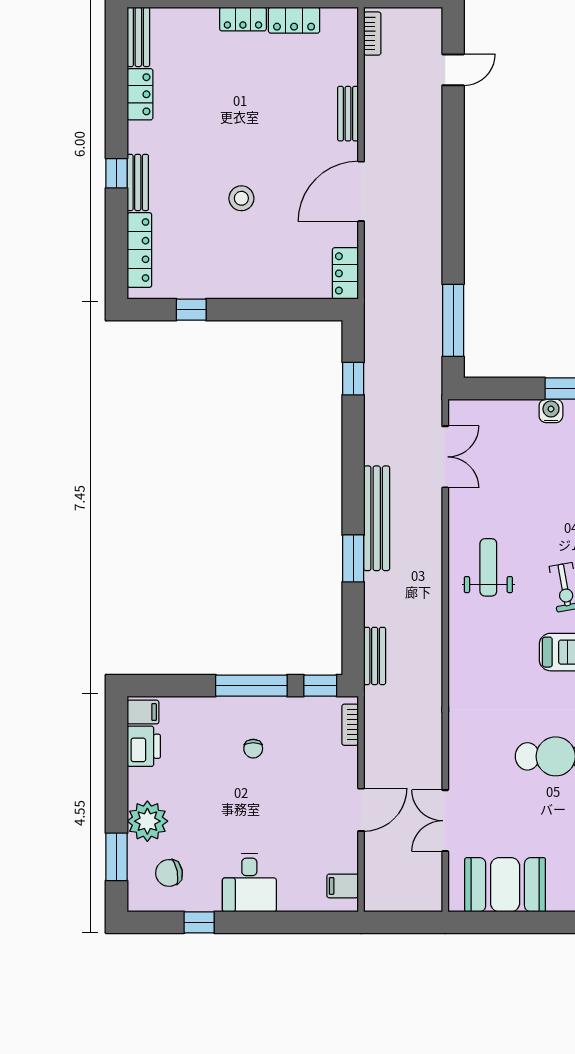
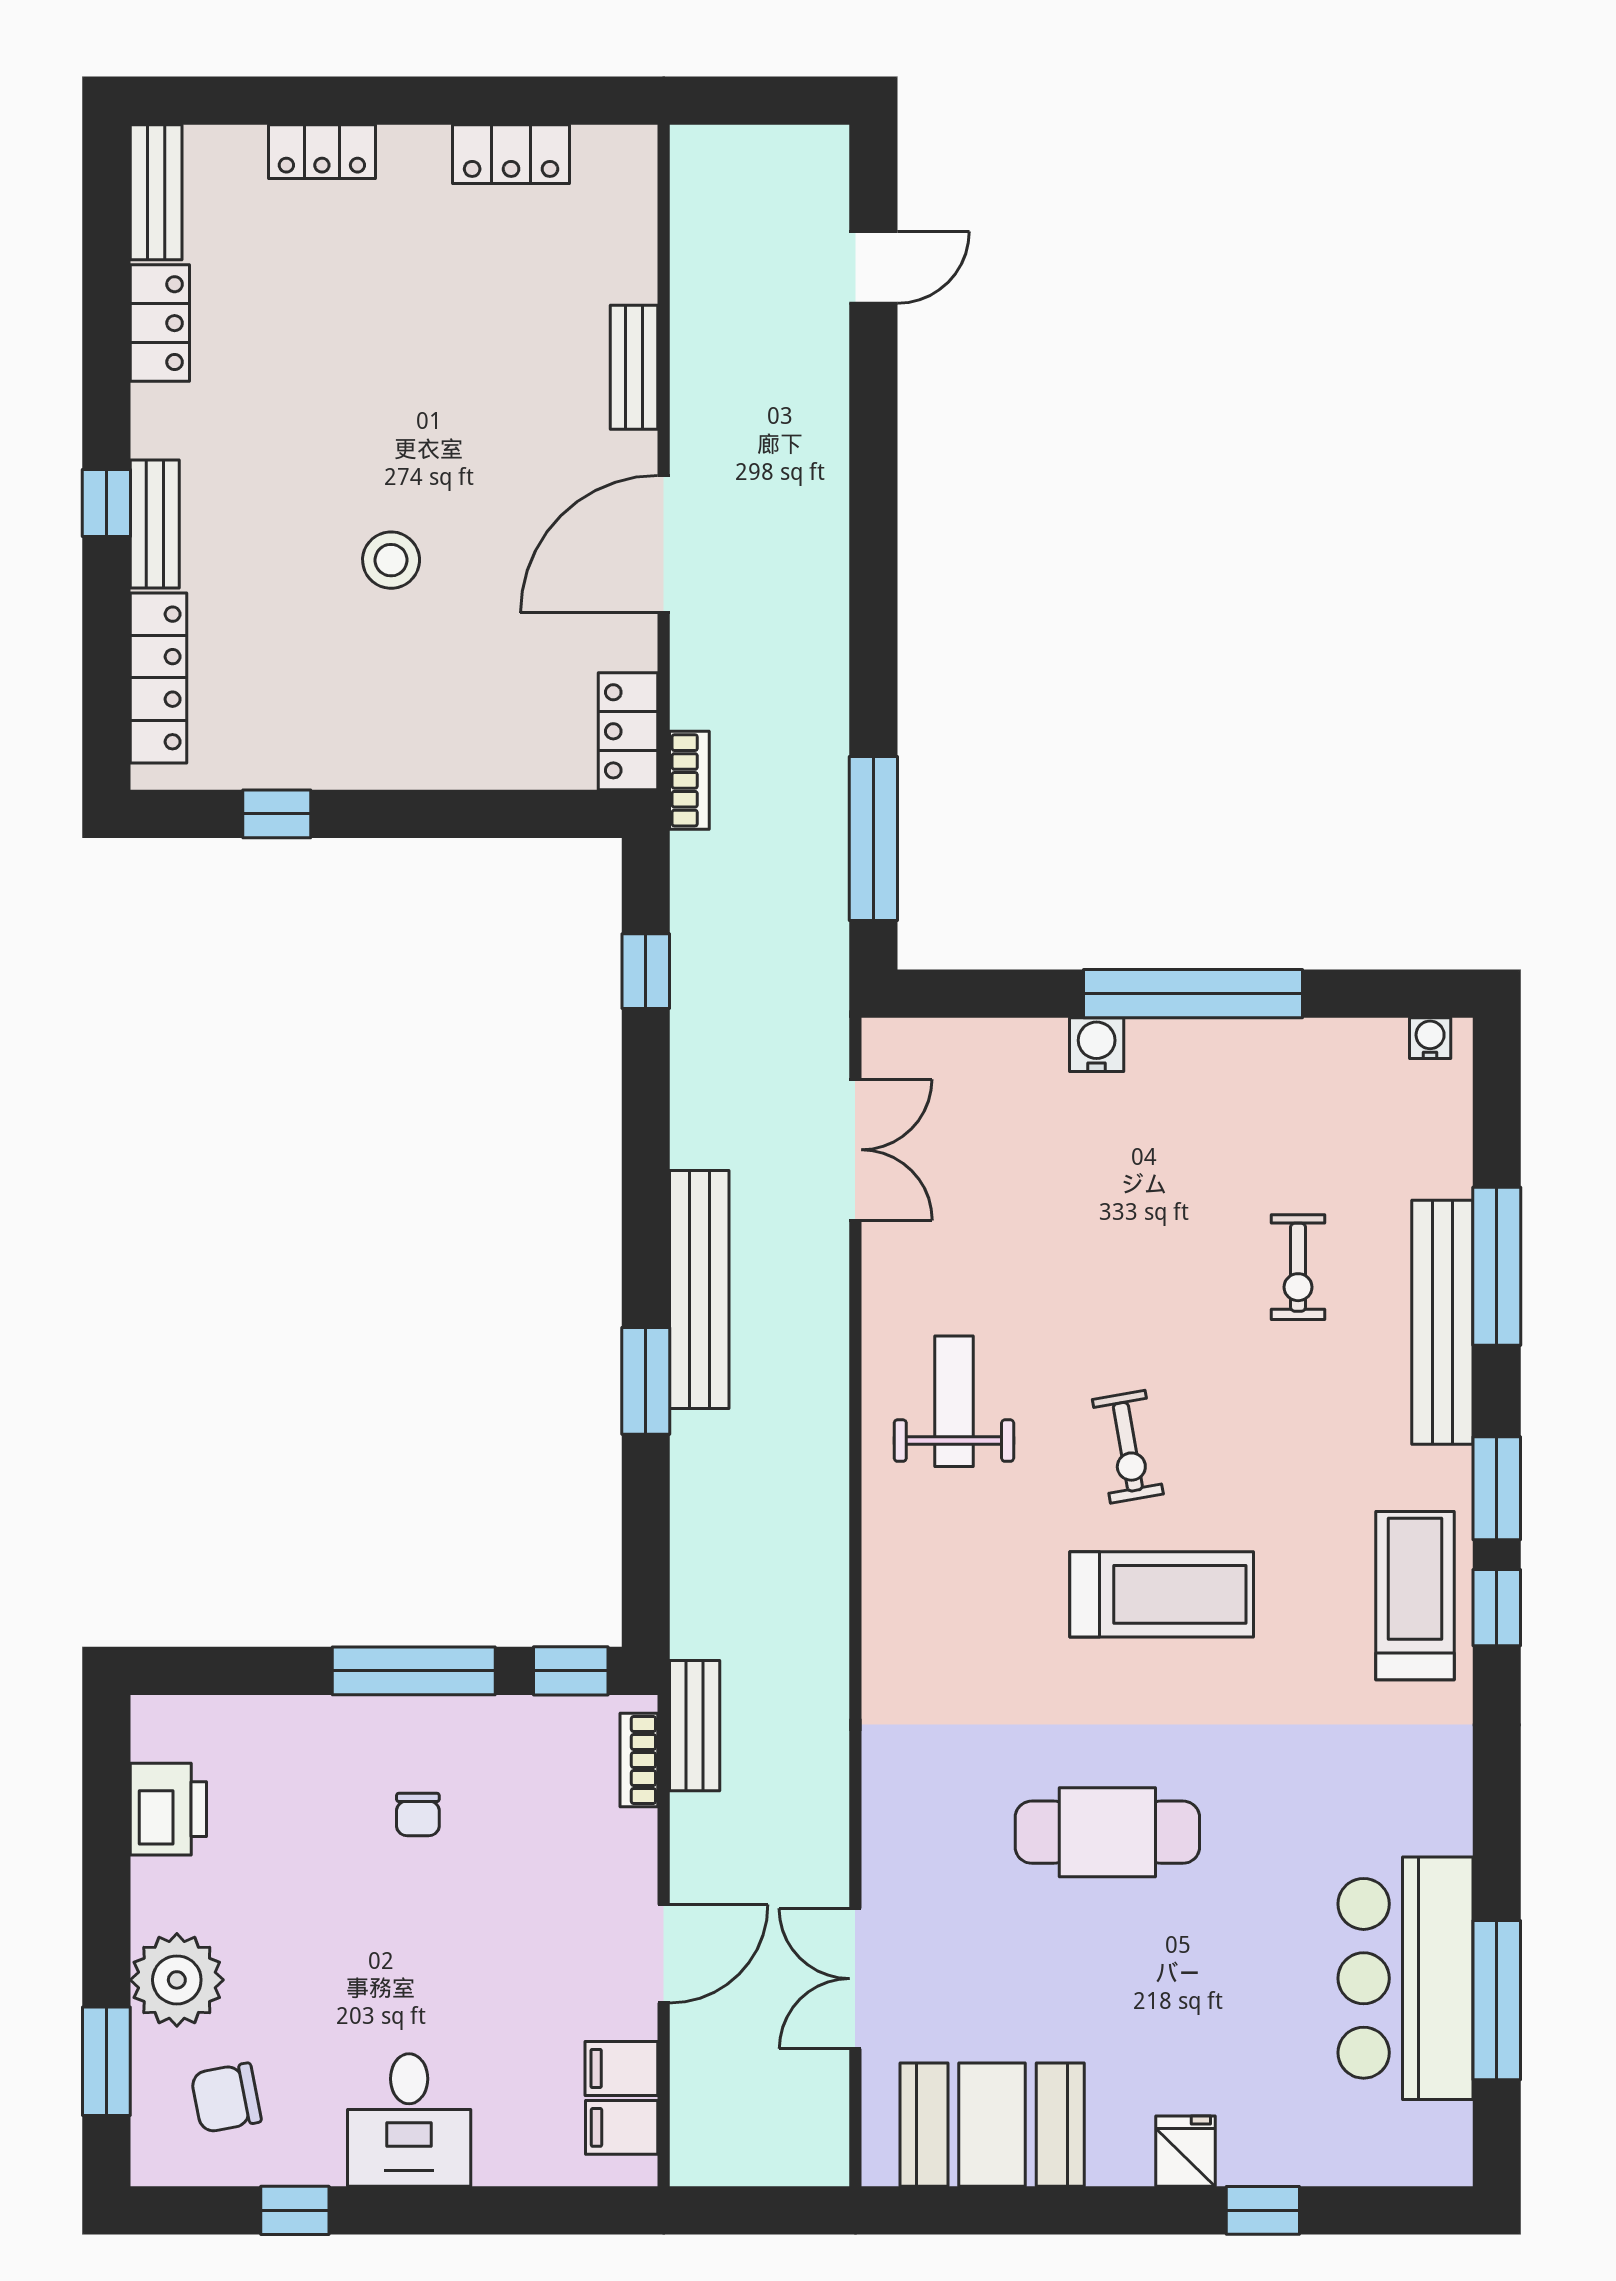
locker: (243, 19) -> (322, 152), moved
bookcase: (372, 34) -> (689, 780), moved
bench: (375, 656) -> (695, 1726), moved
filing cabinet: (143, 712) -> (621, 2068), moved, turned 180

